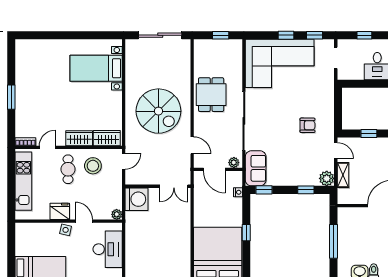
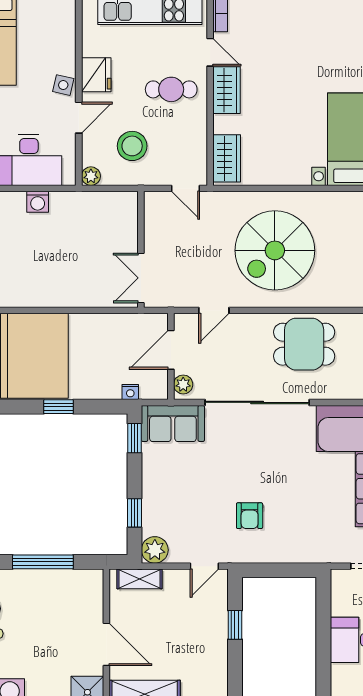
wardrobe: (79, 138) -> (226, 90), moved
stool: (93, 166) -> (132, 146), moved
shelving: (343, 175) -> (139, 579), moved
washing machine: (136, 199) -> (38, 202), moved, width x0.53, depth x0.53

